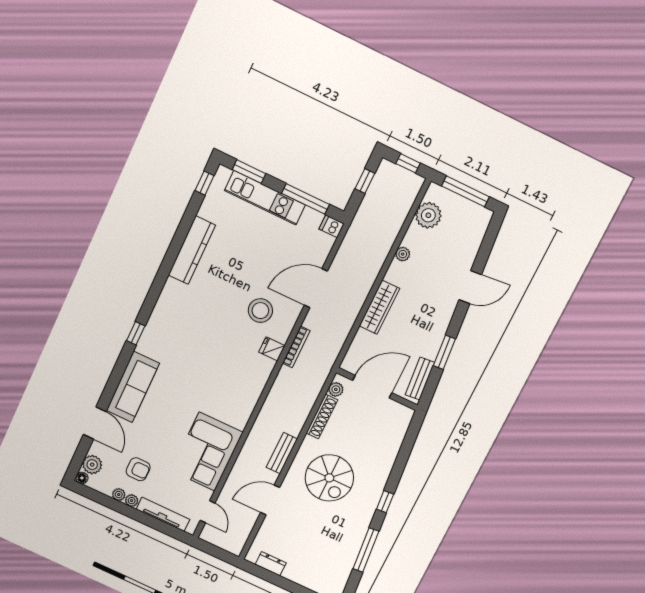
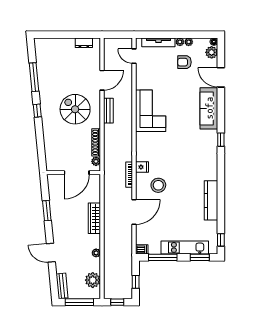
door: (470, 287) -> (51, 253), hinge flipped
bench: (420, 379) -> (62, 286), moved
corner sofa: (207, 452) -> (151, 111), moved

